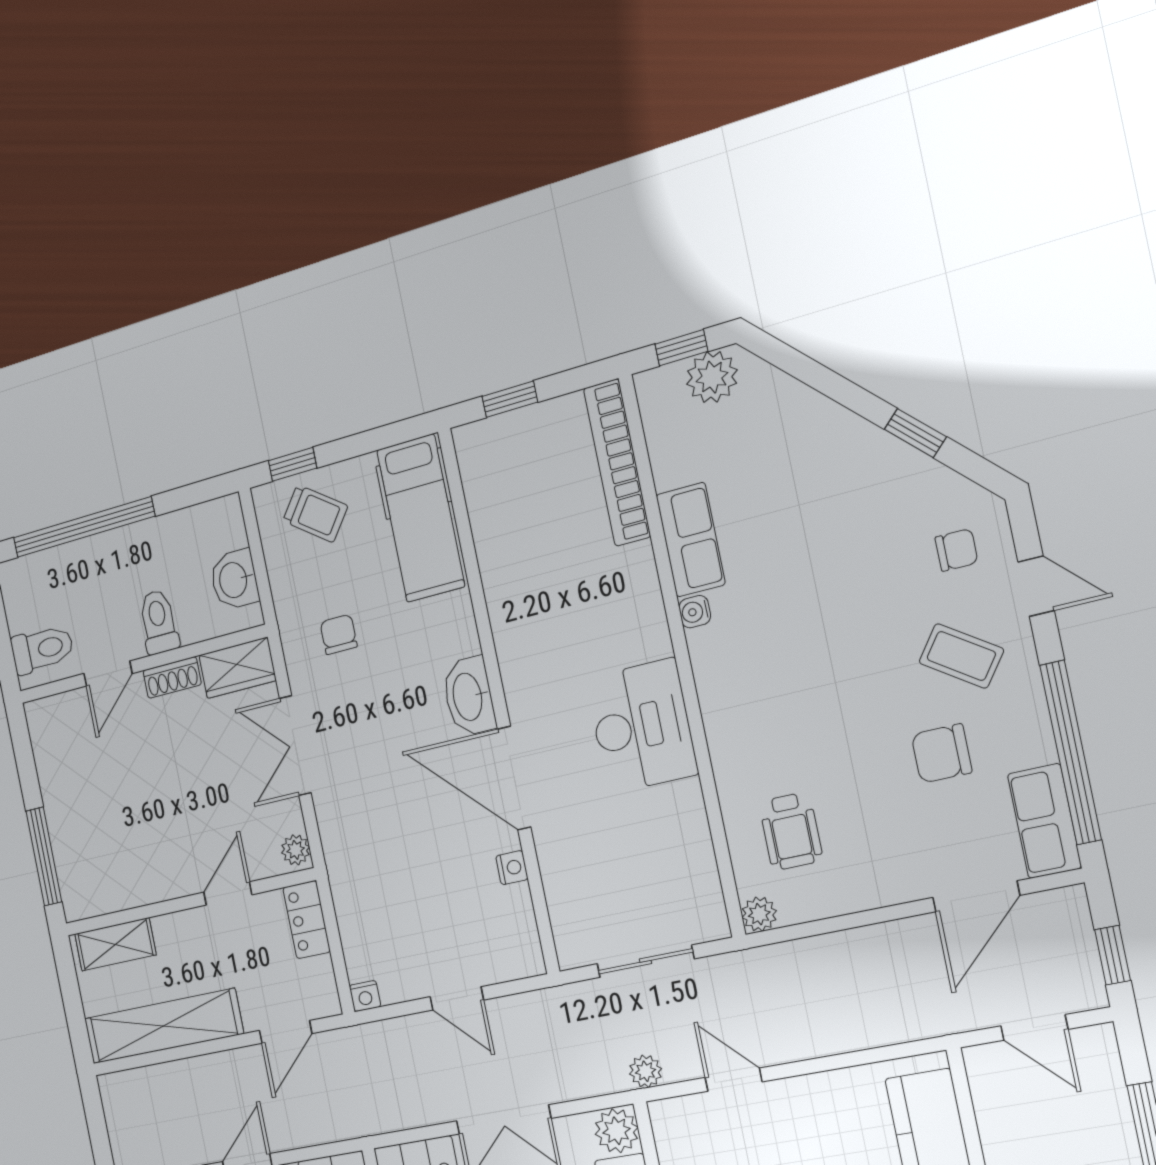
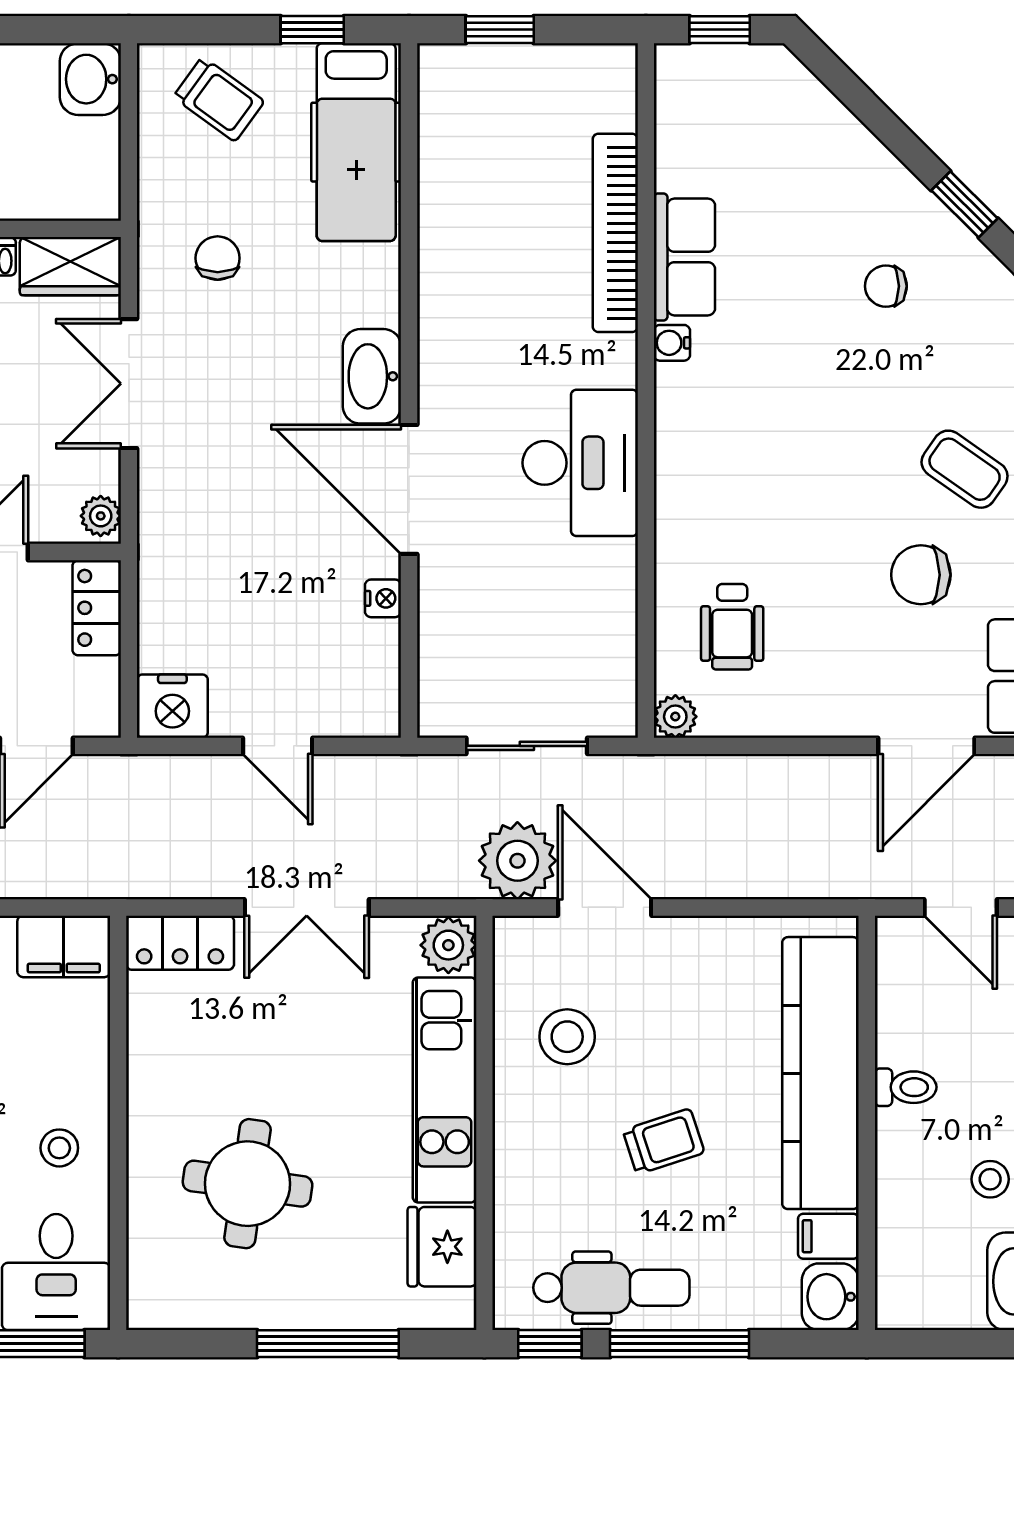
plant: (712, 377) -> (748, 74), removed
bookcase: (617, 463) -> (615, 233), moved
window: (293, 464) -> (312, 30), moved
chair: (956, 550) -> (886, 286), moved, turned 180
washbasin: (234, 580) -> (90, 79), moved
nightstand: (365, 996) -> (172, 706), width x1.89, depth x1.79
plant: (646, 1071) -> (517, 861), width x1.88, depth x1.88
door: (734, 1080) -> (605, 907), width x1.38

